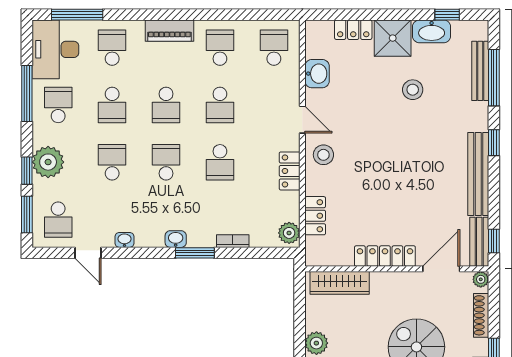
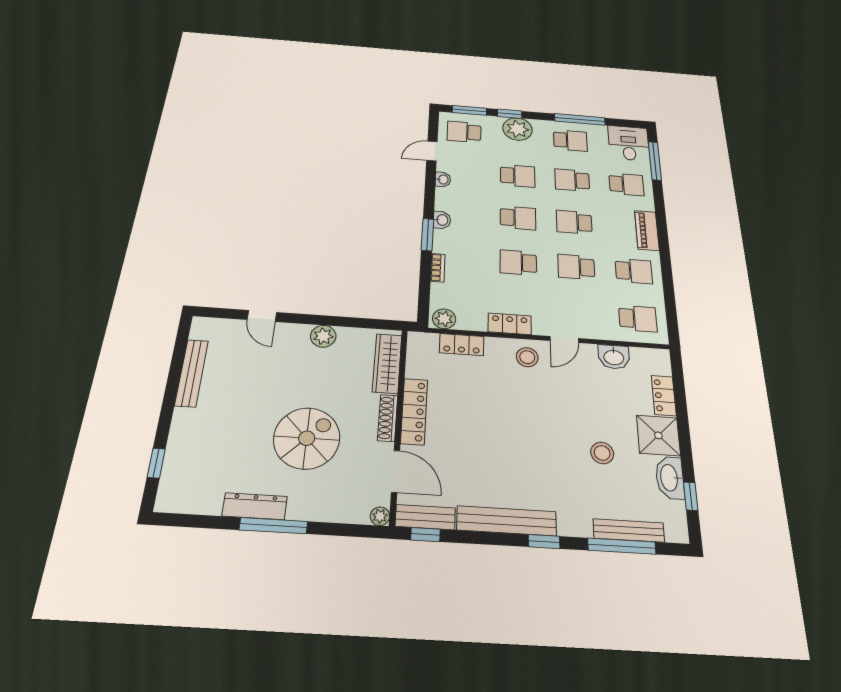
desk: (55, 49) -> (629, 143), width x0.73
shoe rack: (481, 315) -> (388, 418), moved, turned -90

